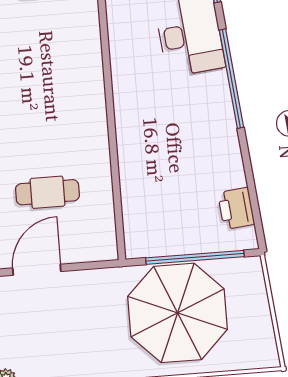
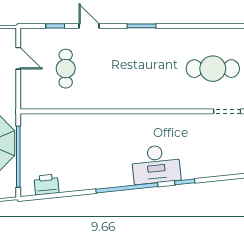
door: (37, 270) -> (18, 58), width x0.73

